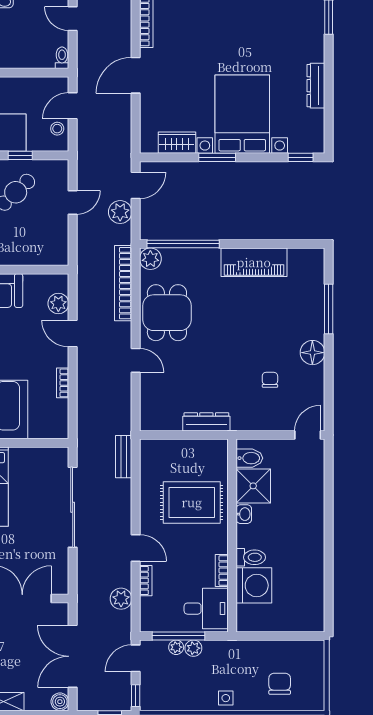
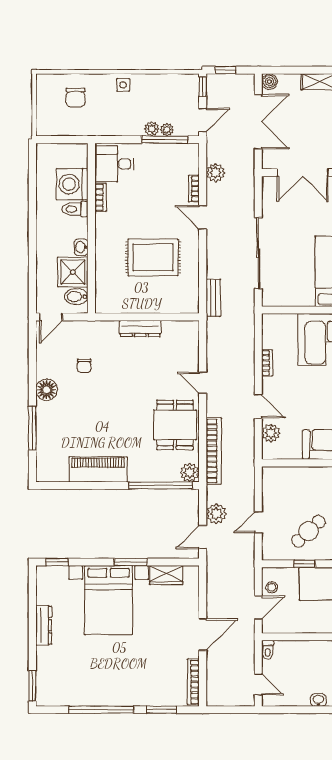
bidet: (249, 458) -> (76, 297), moved
shower: (253, 486) -> (73, 272), moved
washbasin: (244, 514) -> (81, 247), moved
wall: (232, 535) -> (91, 228), moved
toilet: (251, 557) -> (75, 209), moved
bookcase: (222, 571) -> (101, 197), moved
washing machine: (254, 585) -> (72, 184), moved
desk: (206, 609) -> (114, 164), moved

